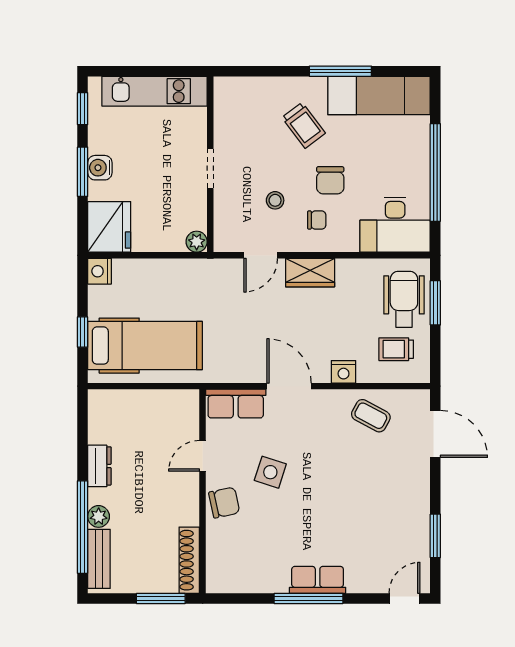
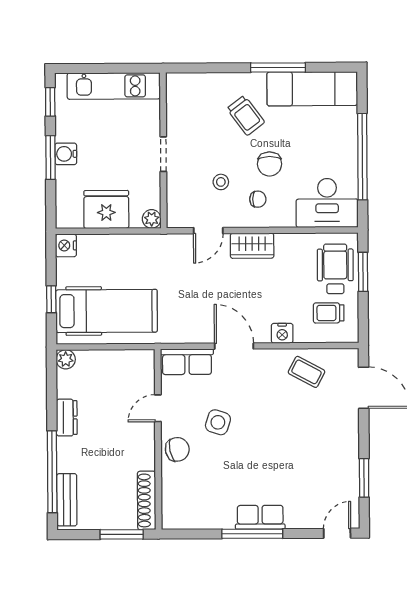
fridge: (109, 227) -> (106, 209), moved, turned -90
plant: (99, 516) -> (66, 359), moved

